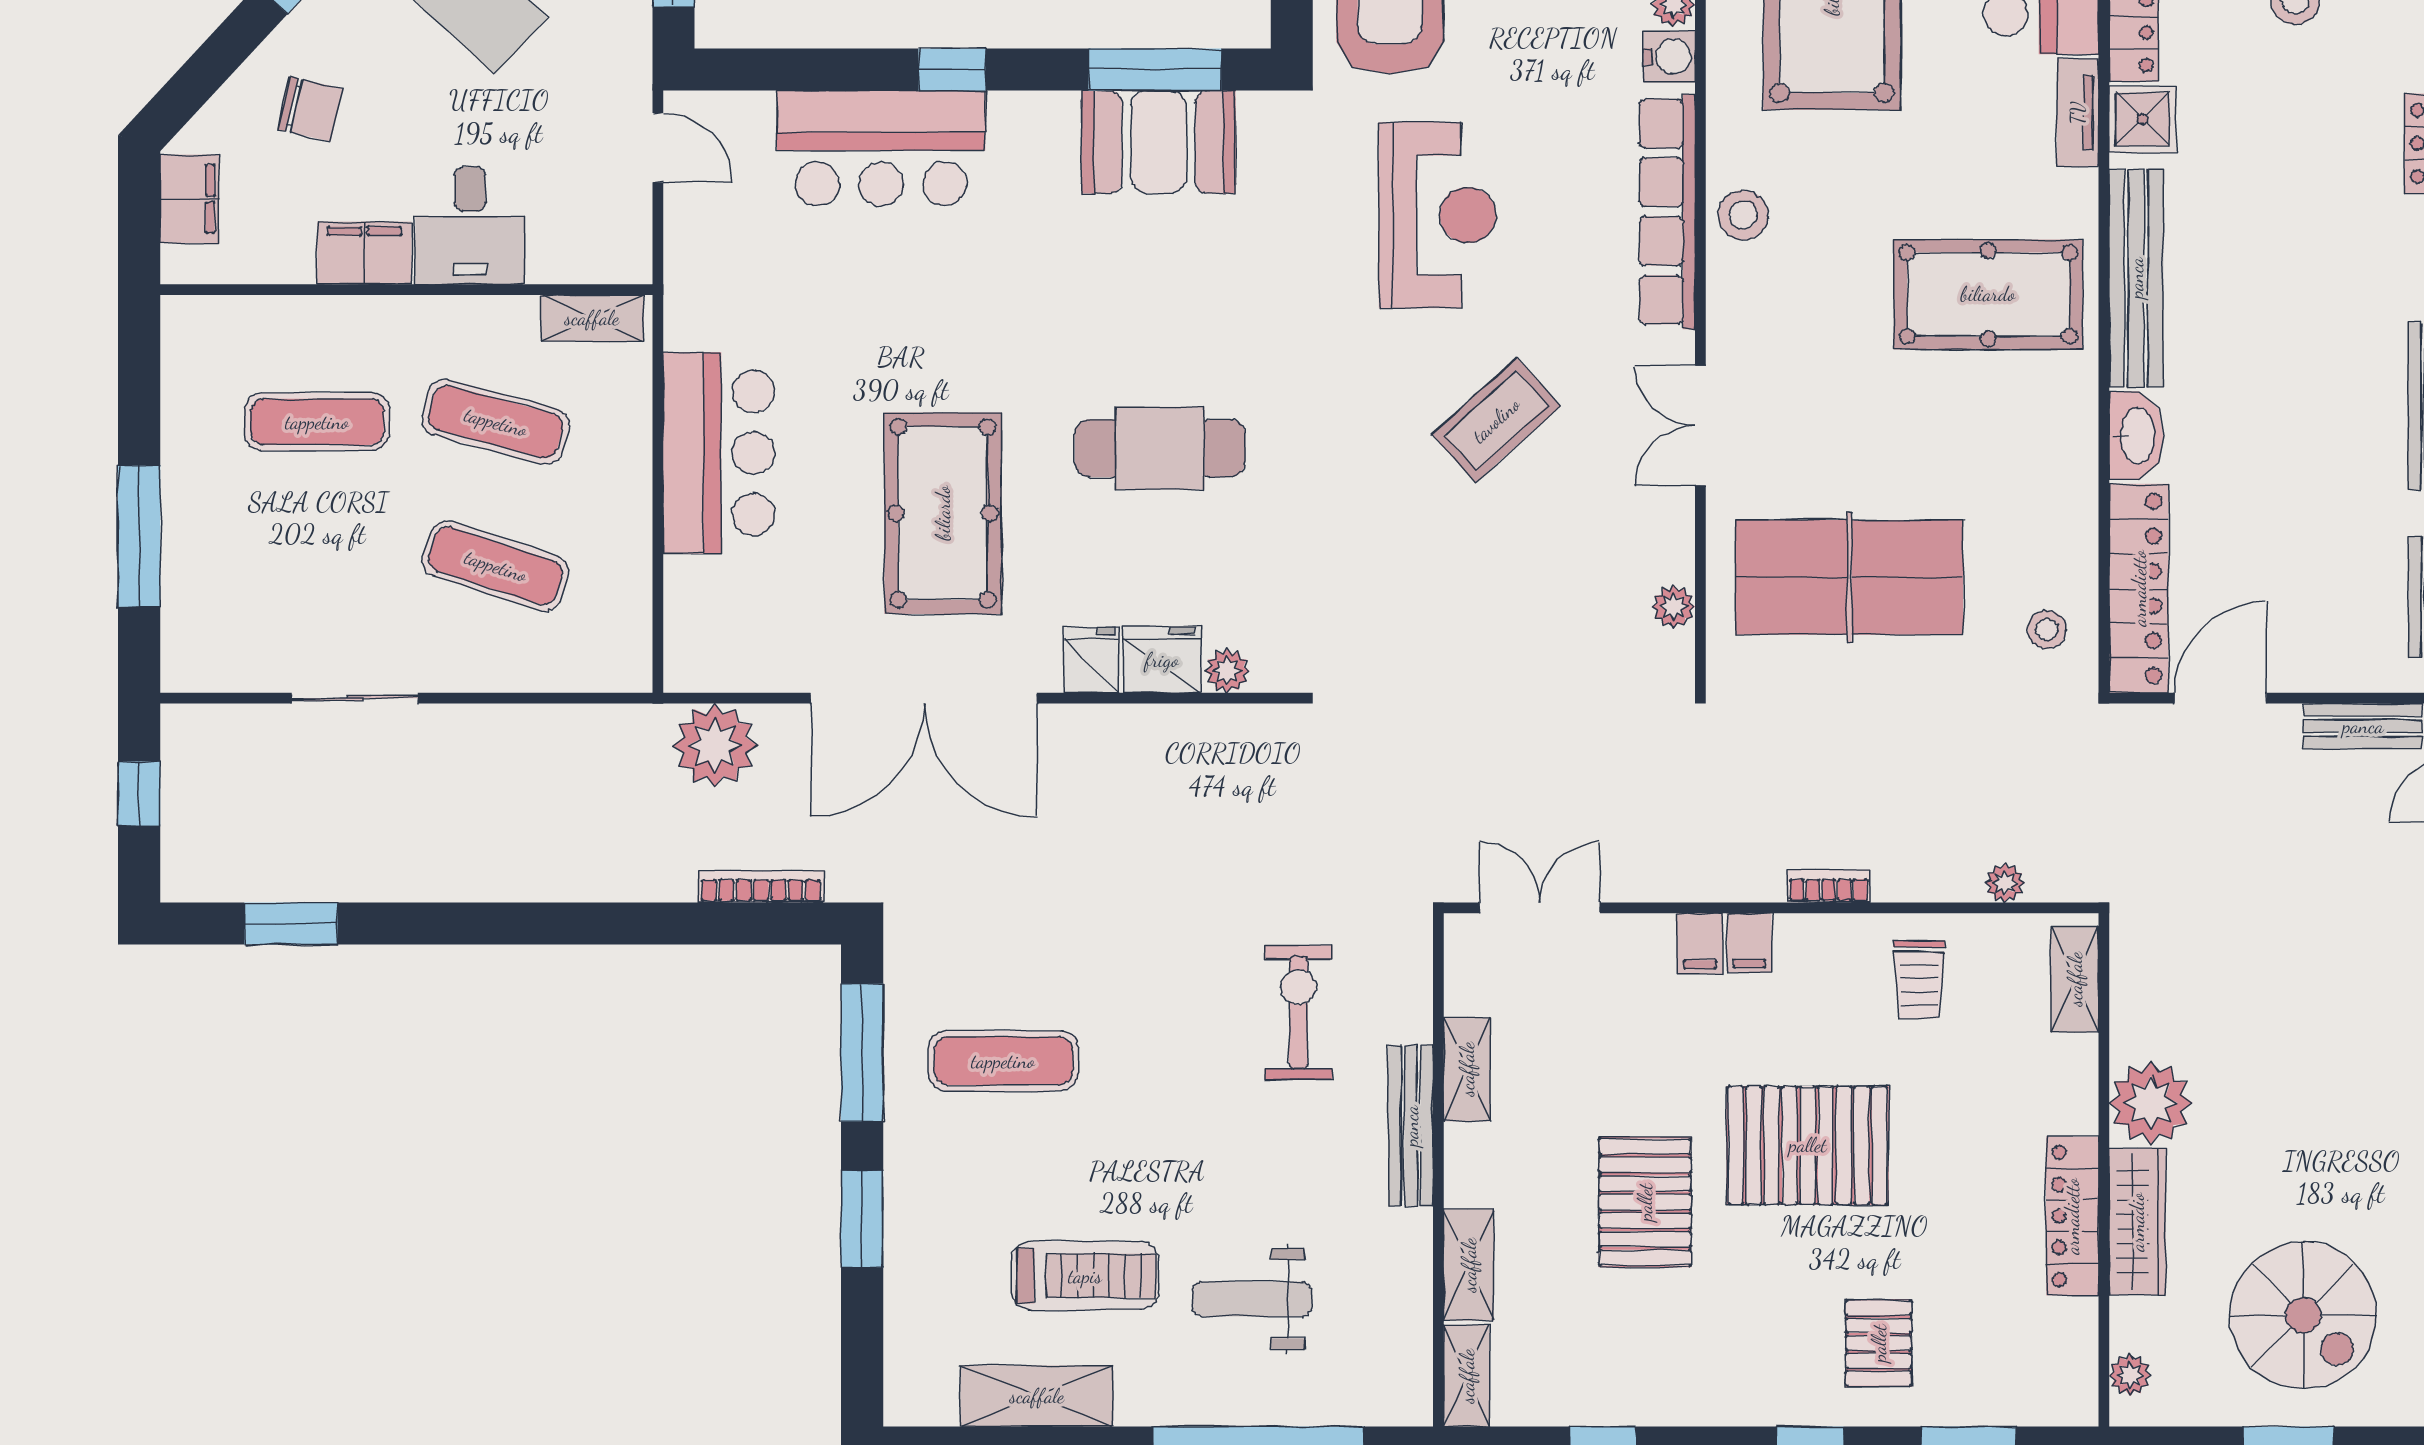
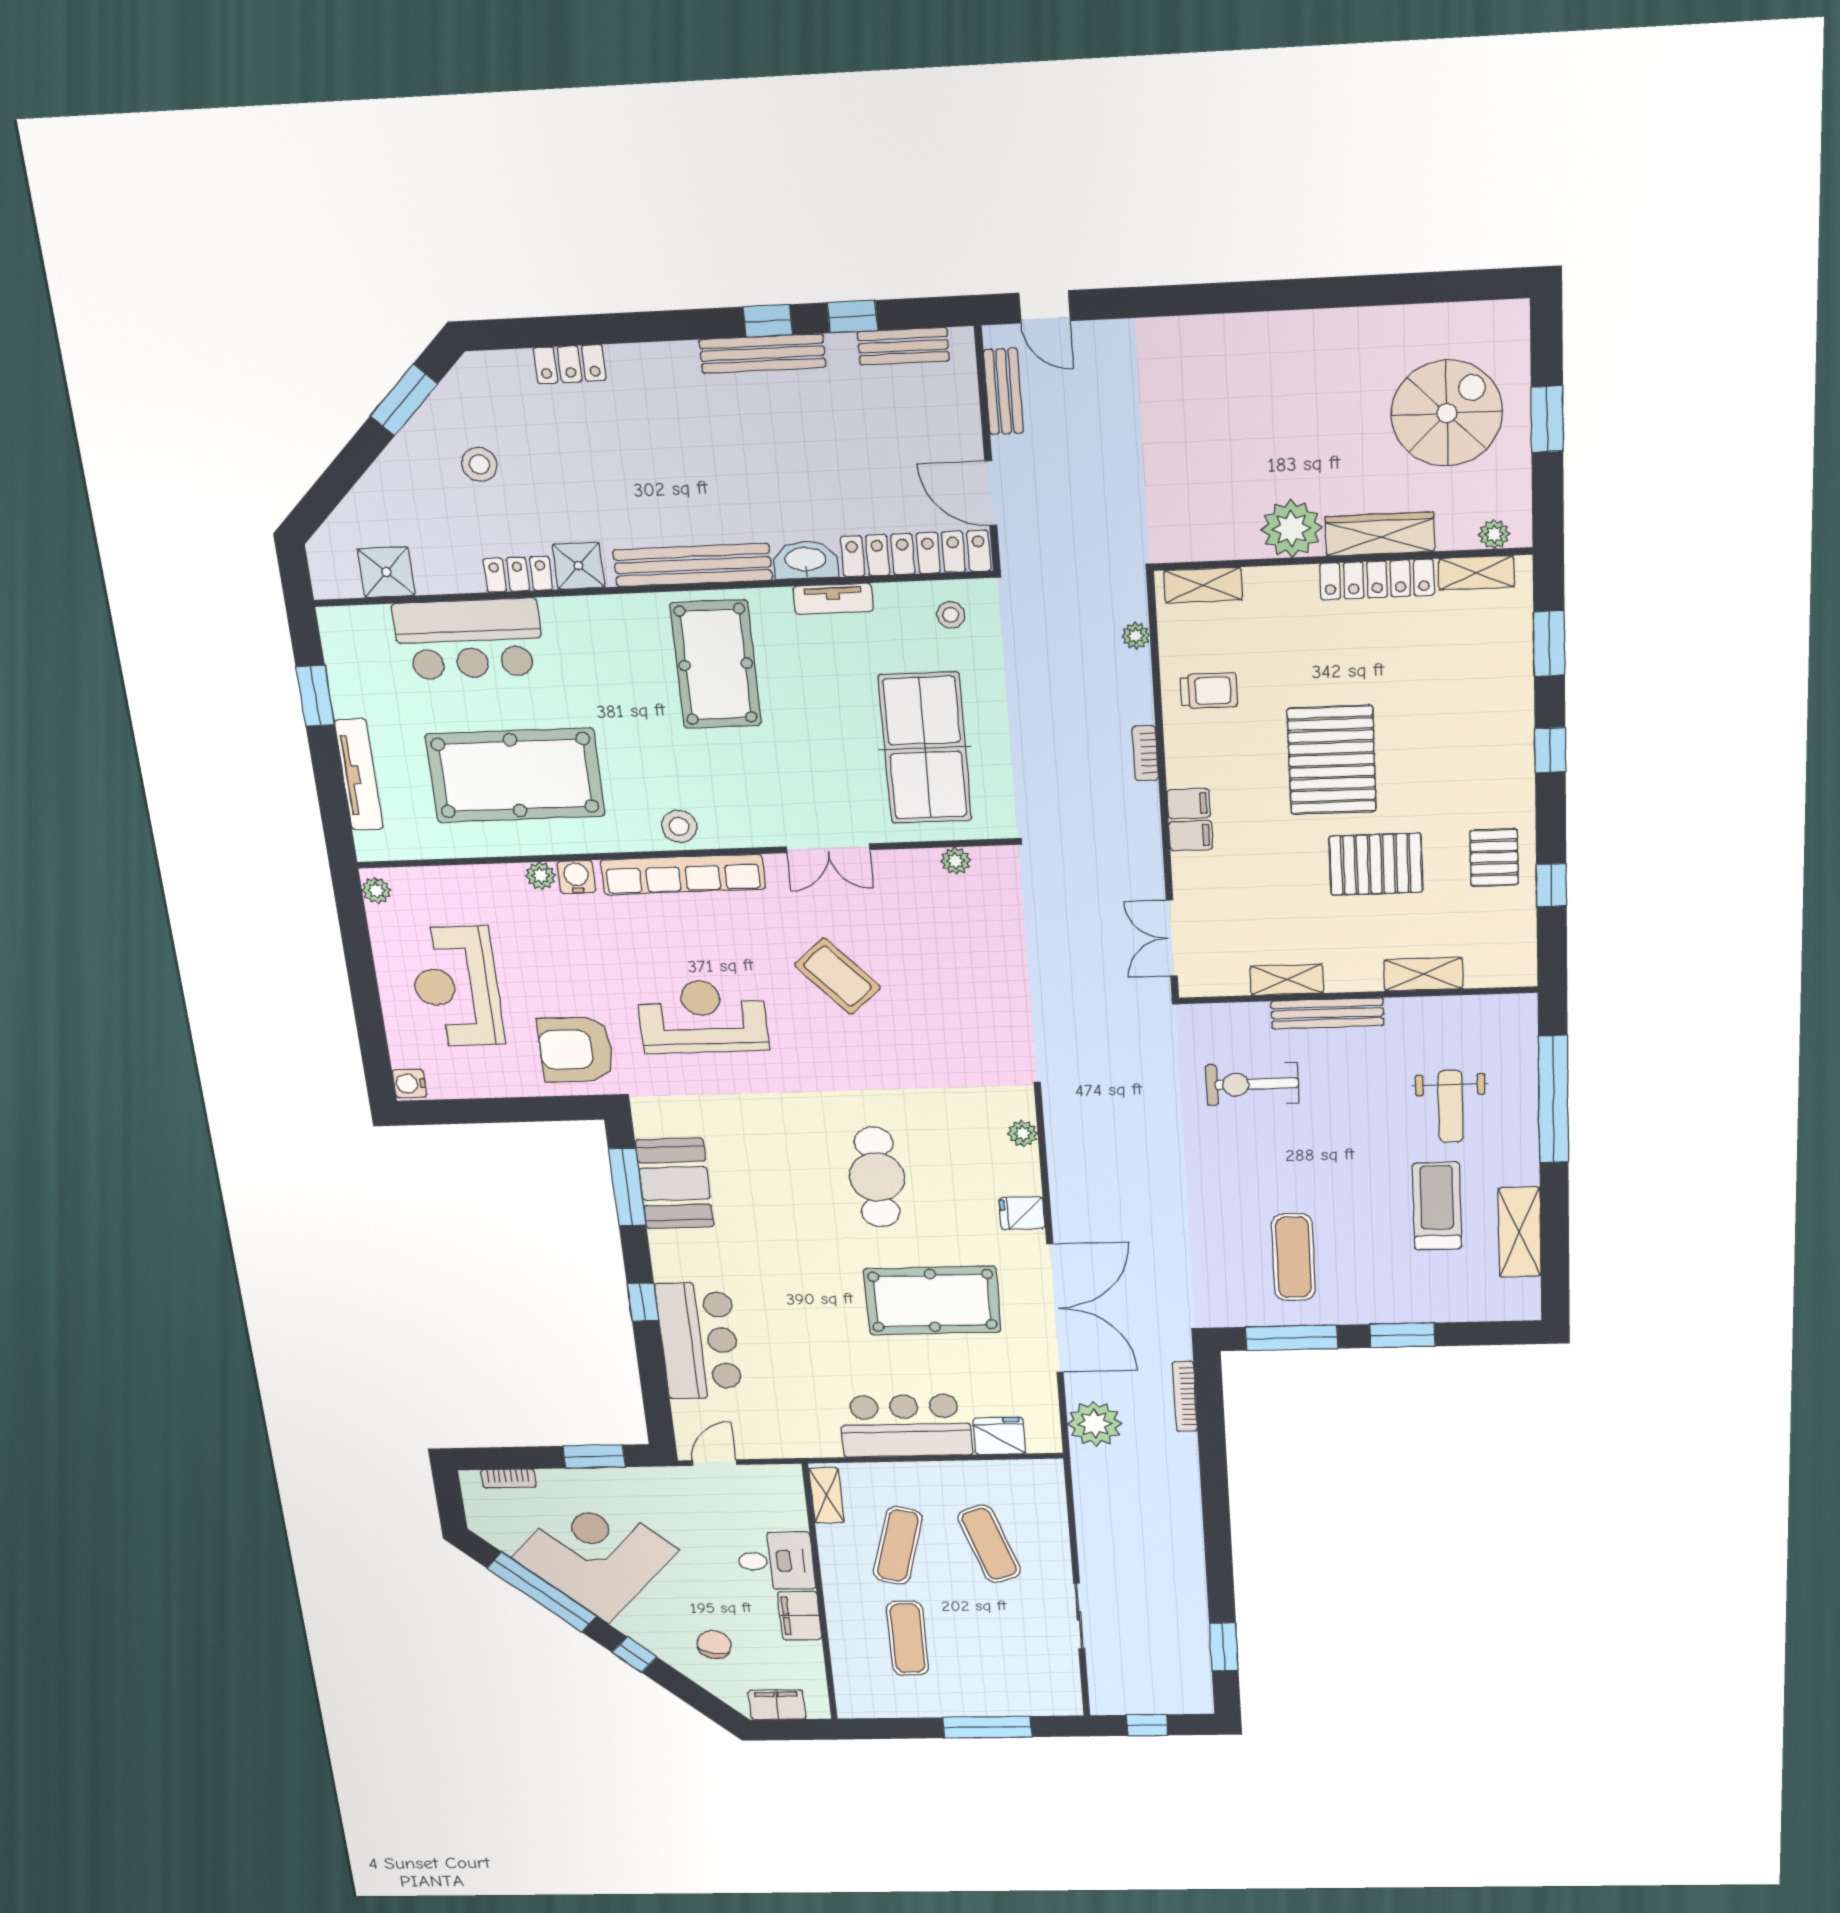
tv unit: (2078, 113) -> (833, 599), moved
exercise mat: (496, 566) -> (989, 1544), turned -36
fridge: (1162, 660) -> (999, 1436), moved, turned 90
pallet: (1879, 1343) -> (1494, 858), moved, turned 90
shelving: (1467, 1376) -> (1476, 573), moved

